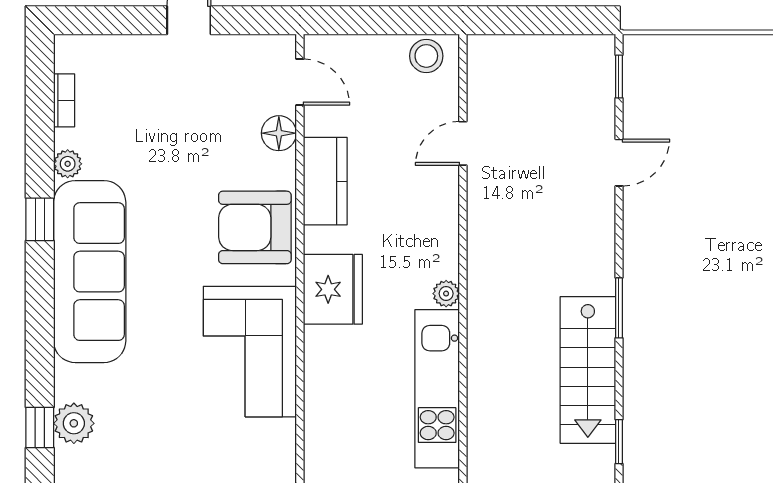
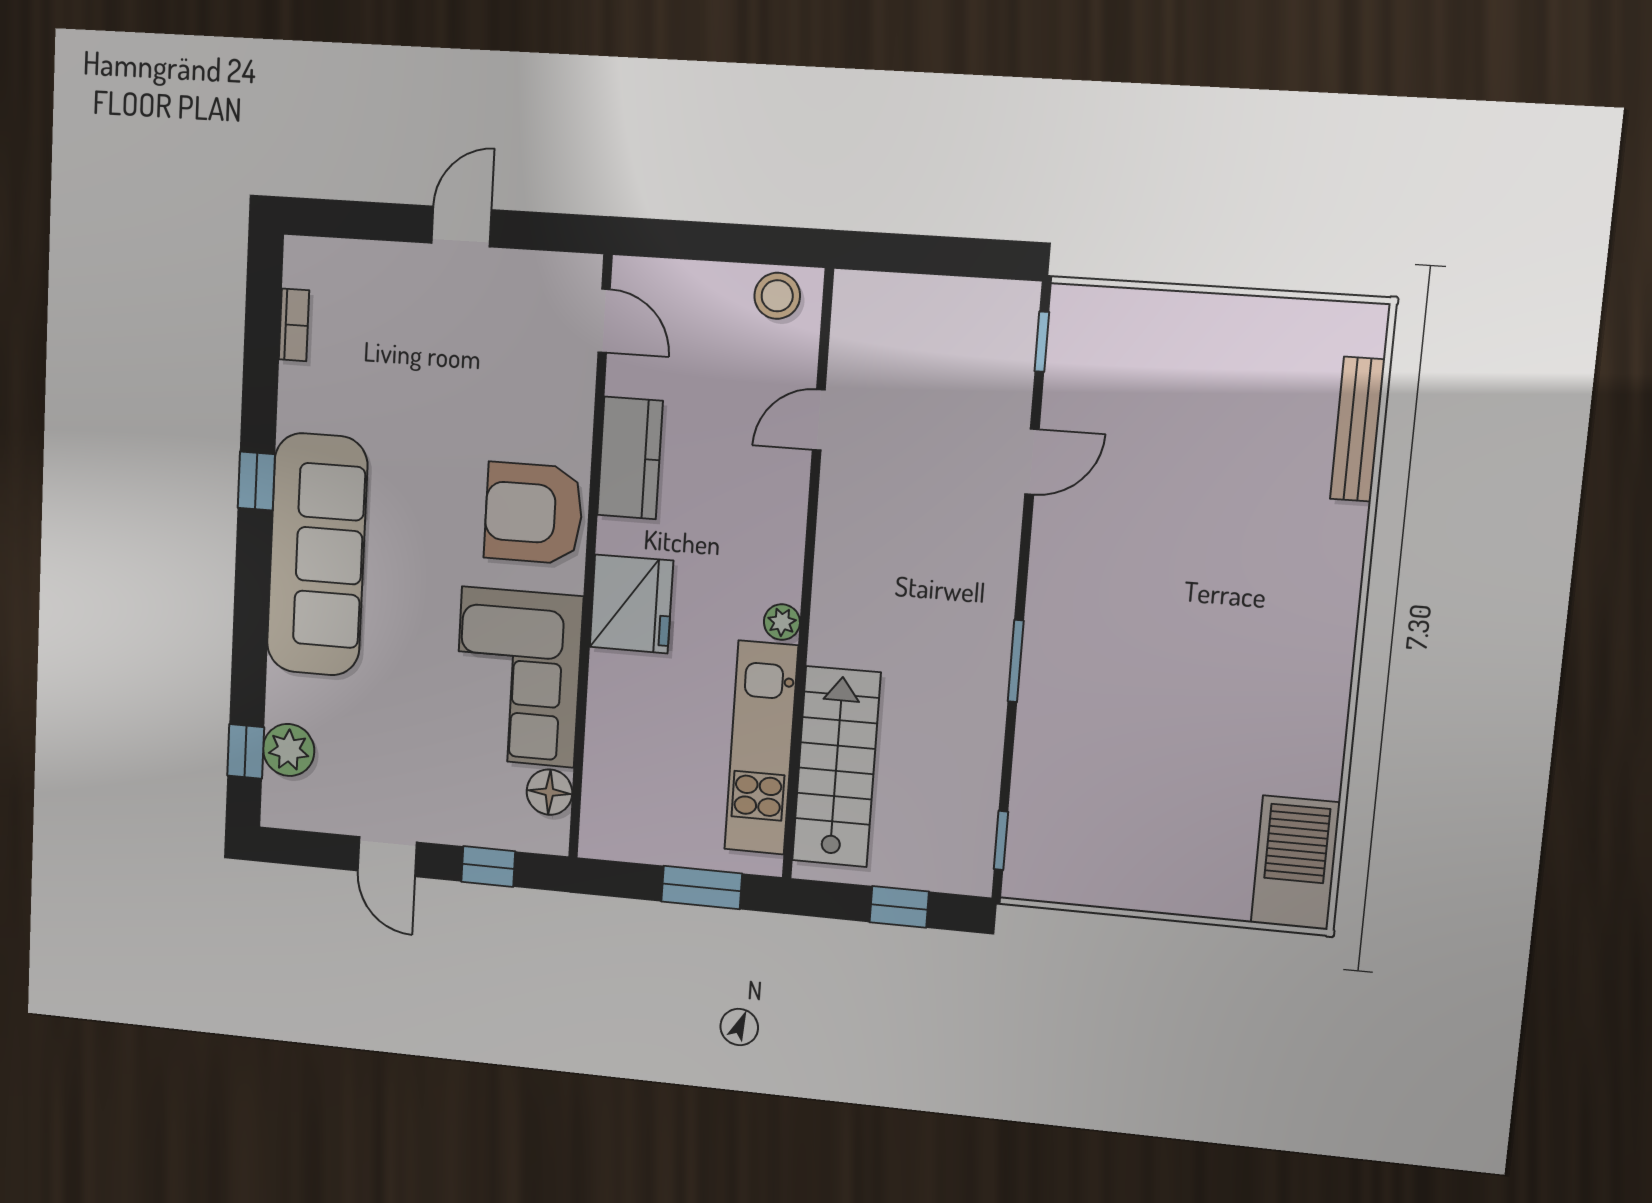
floor lamp: (279, 133) -> (549, 792), moved
plant: (68, 164) -> (295, 410), removed
stairs: (588, 370) -> (836, 767), moved, turned 180

